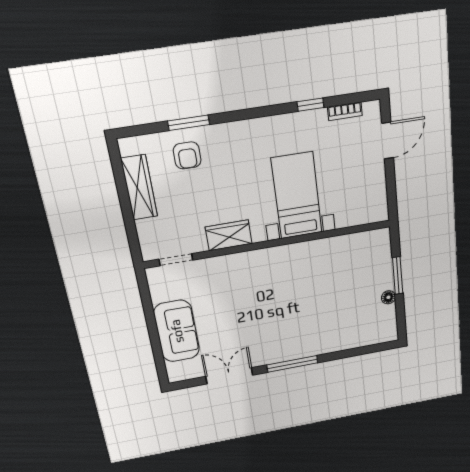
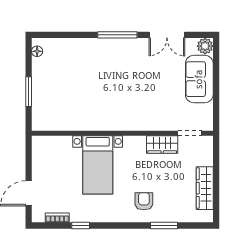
armchair: (187, 155) -> (144, 201), moved
wardrobe: (229, 235) -> (162, 144), moved
floor lamp: (388, 297) -> (37, 51), moved
plant: (177, 372) -> (205, 46), added

